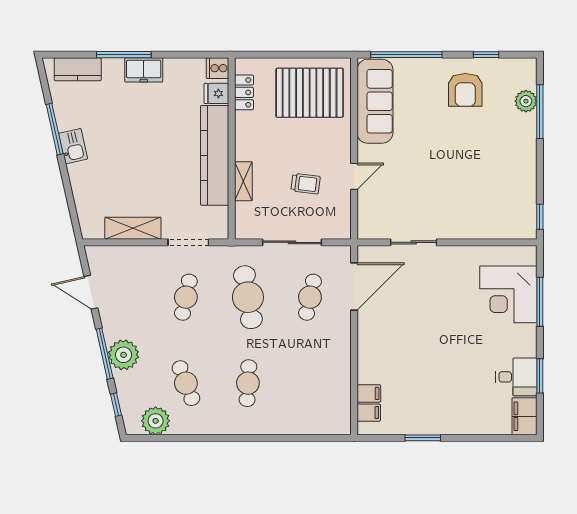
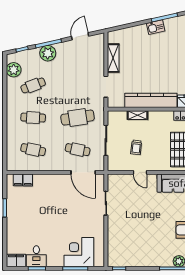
cafe table: (186, 297) -> (33, 150), moved

